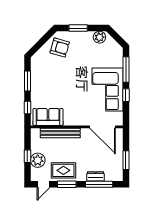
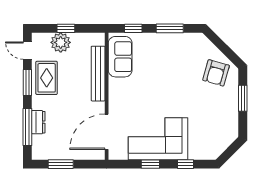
plant: (99, 37) -> (230, 128), removed
window: (126, 70) -> (185, 164), width x0.46

